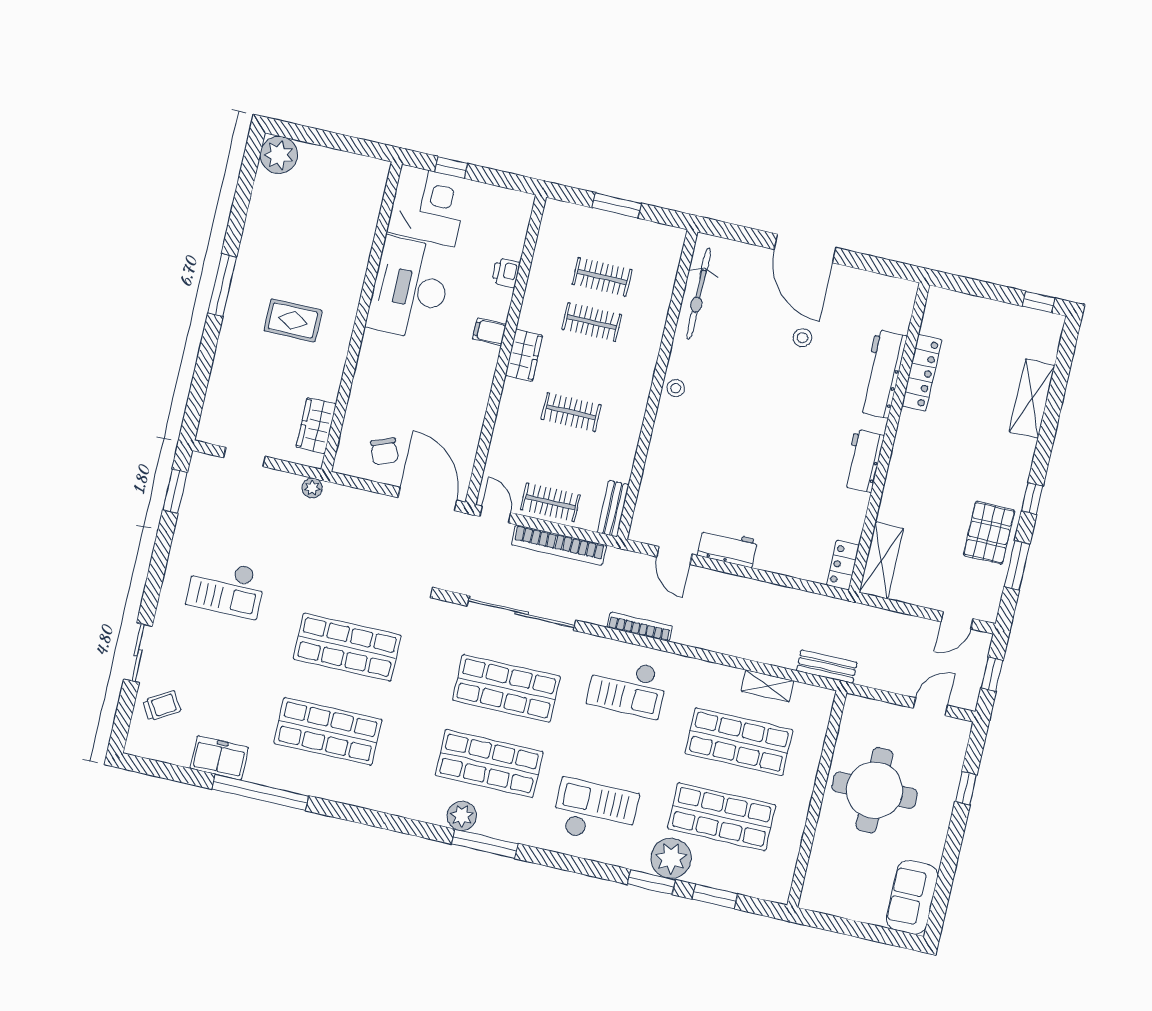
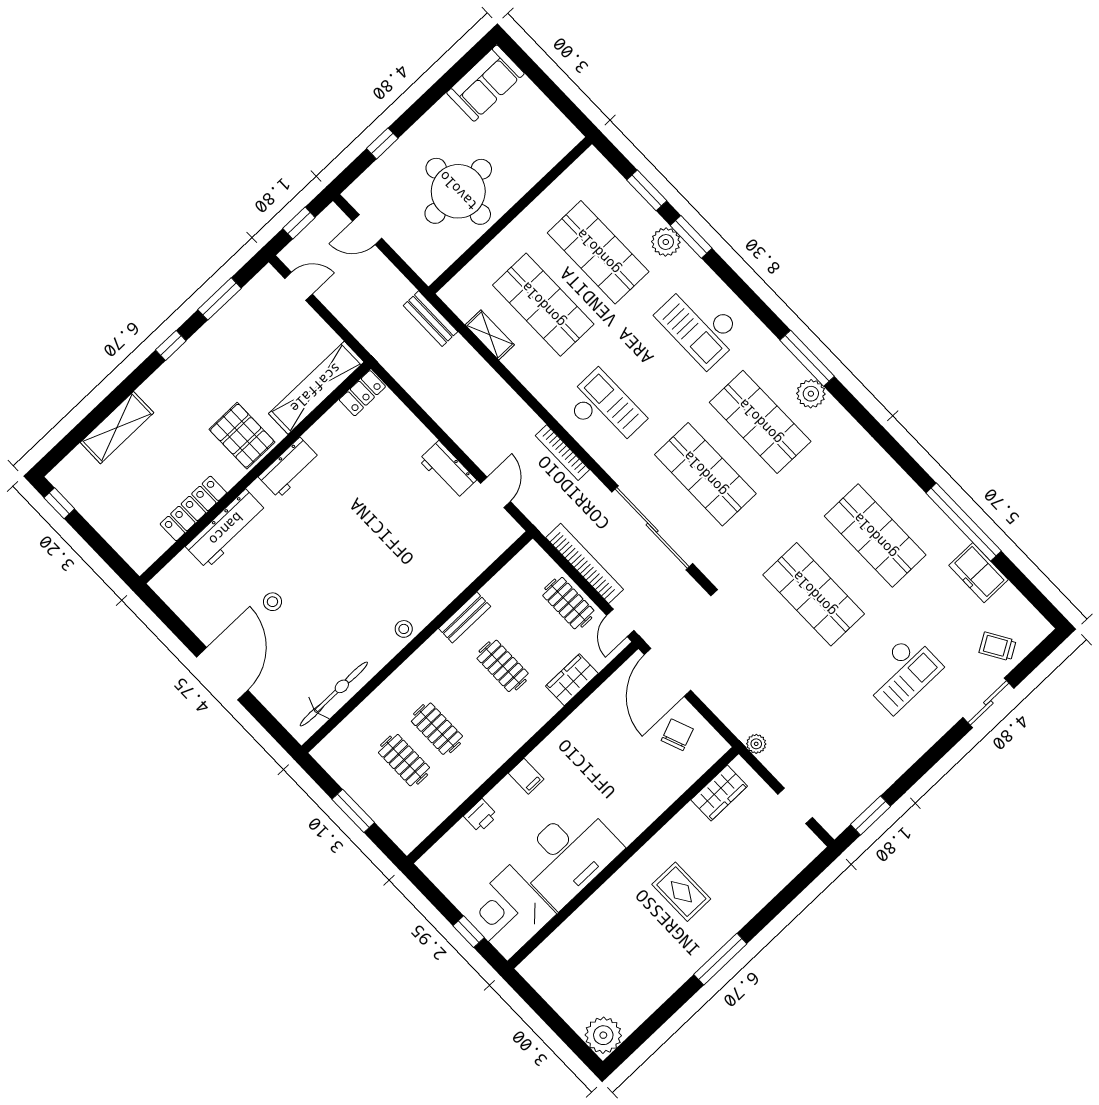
wardrobe: (524, 355) -> (572, 680), moved
bench: (613, 509) -> (465, 617), moved
pallet: (989, 533) -> (242, 436), moved, turned 90
shelving: (881, 560) -> (316, 388), width x1.47
checkout: (226, 588) -> (902, 674), moved, turned 90
plant: (671, 858) -> (666, 242), width x0.73, depth x0.73

